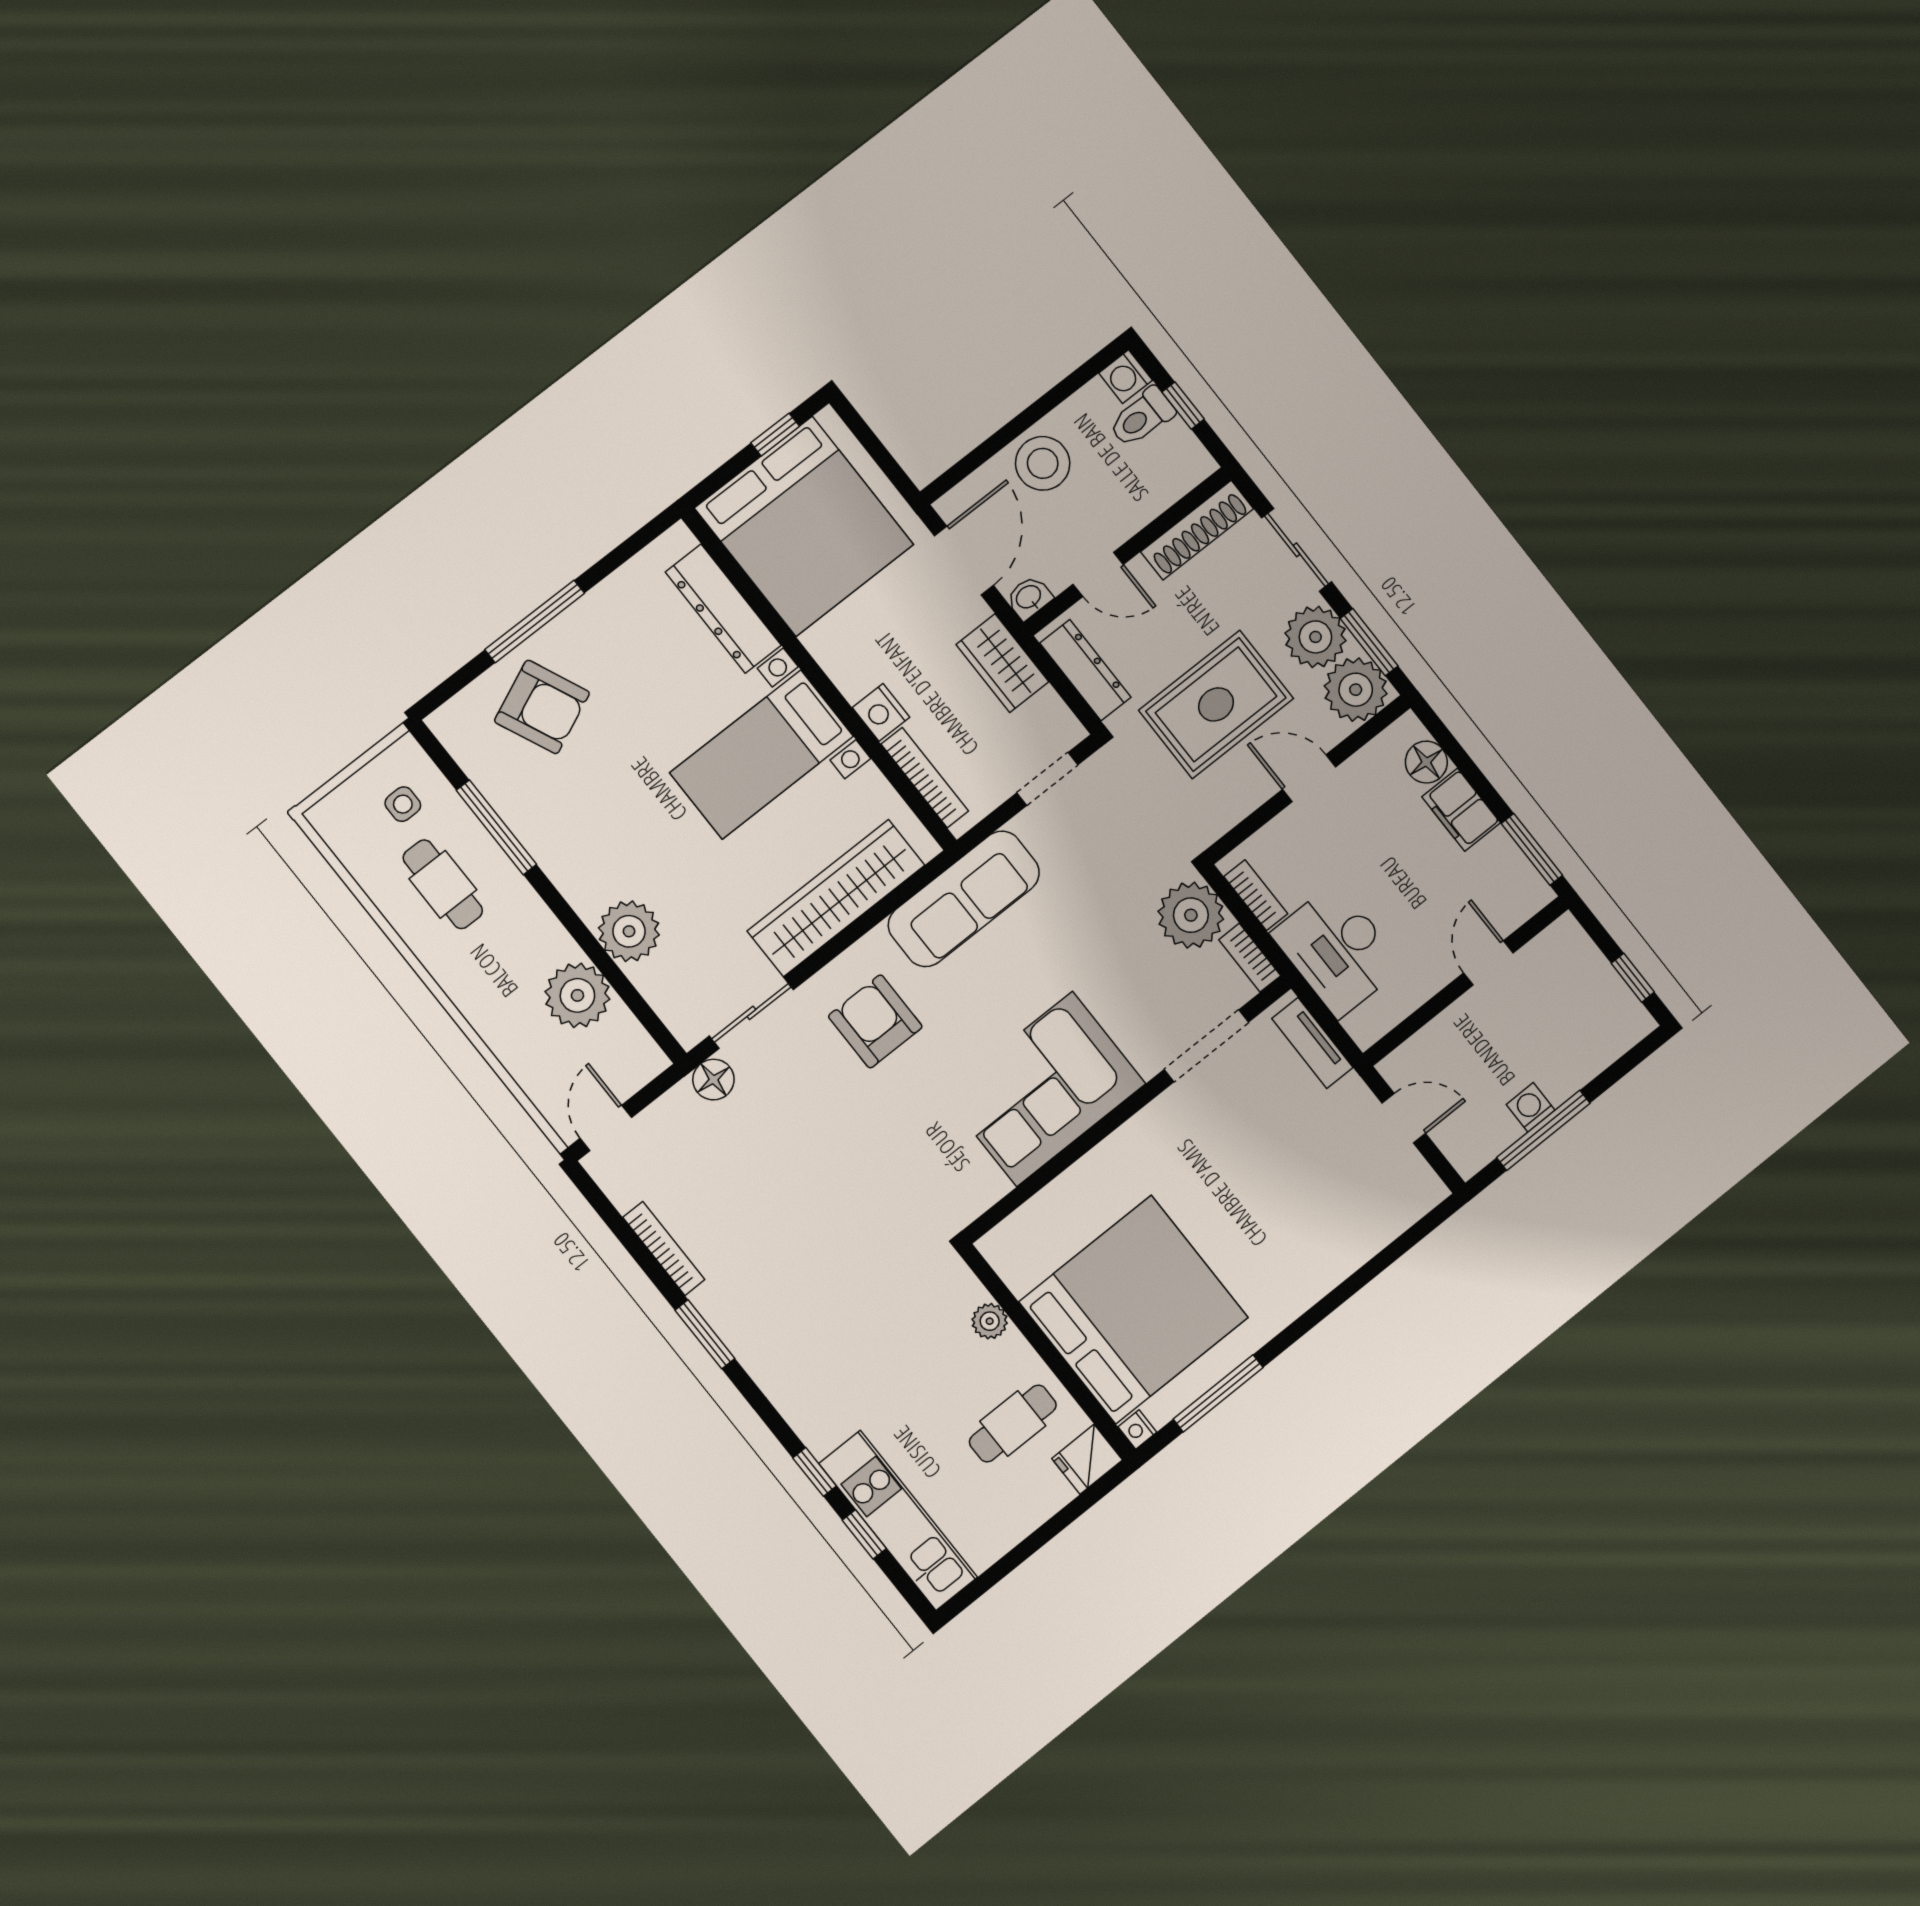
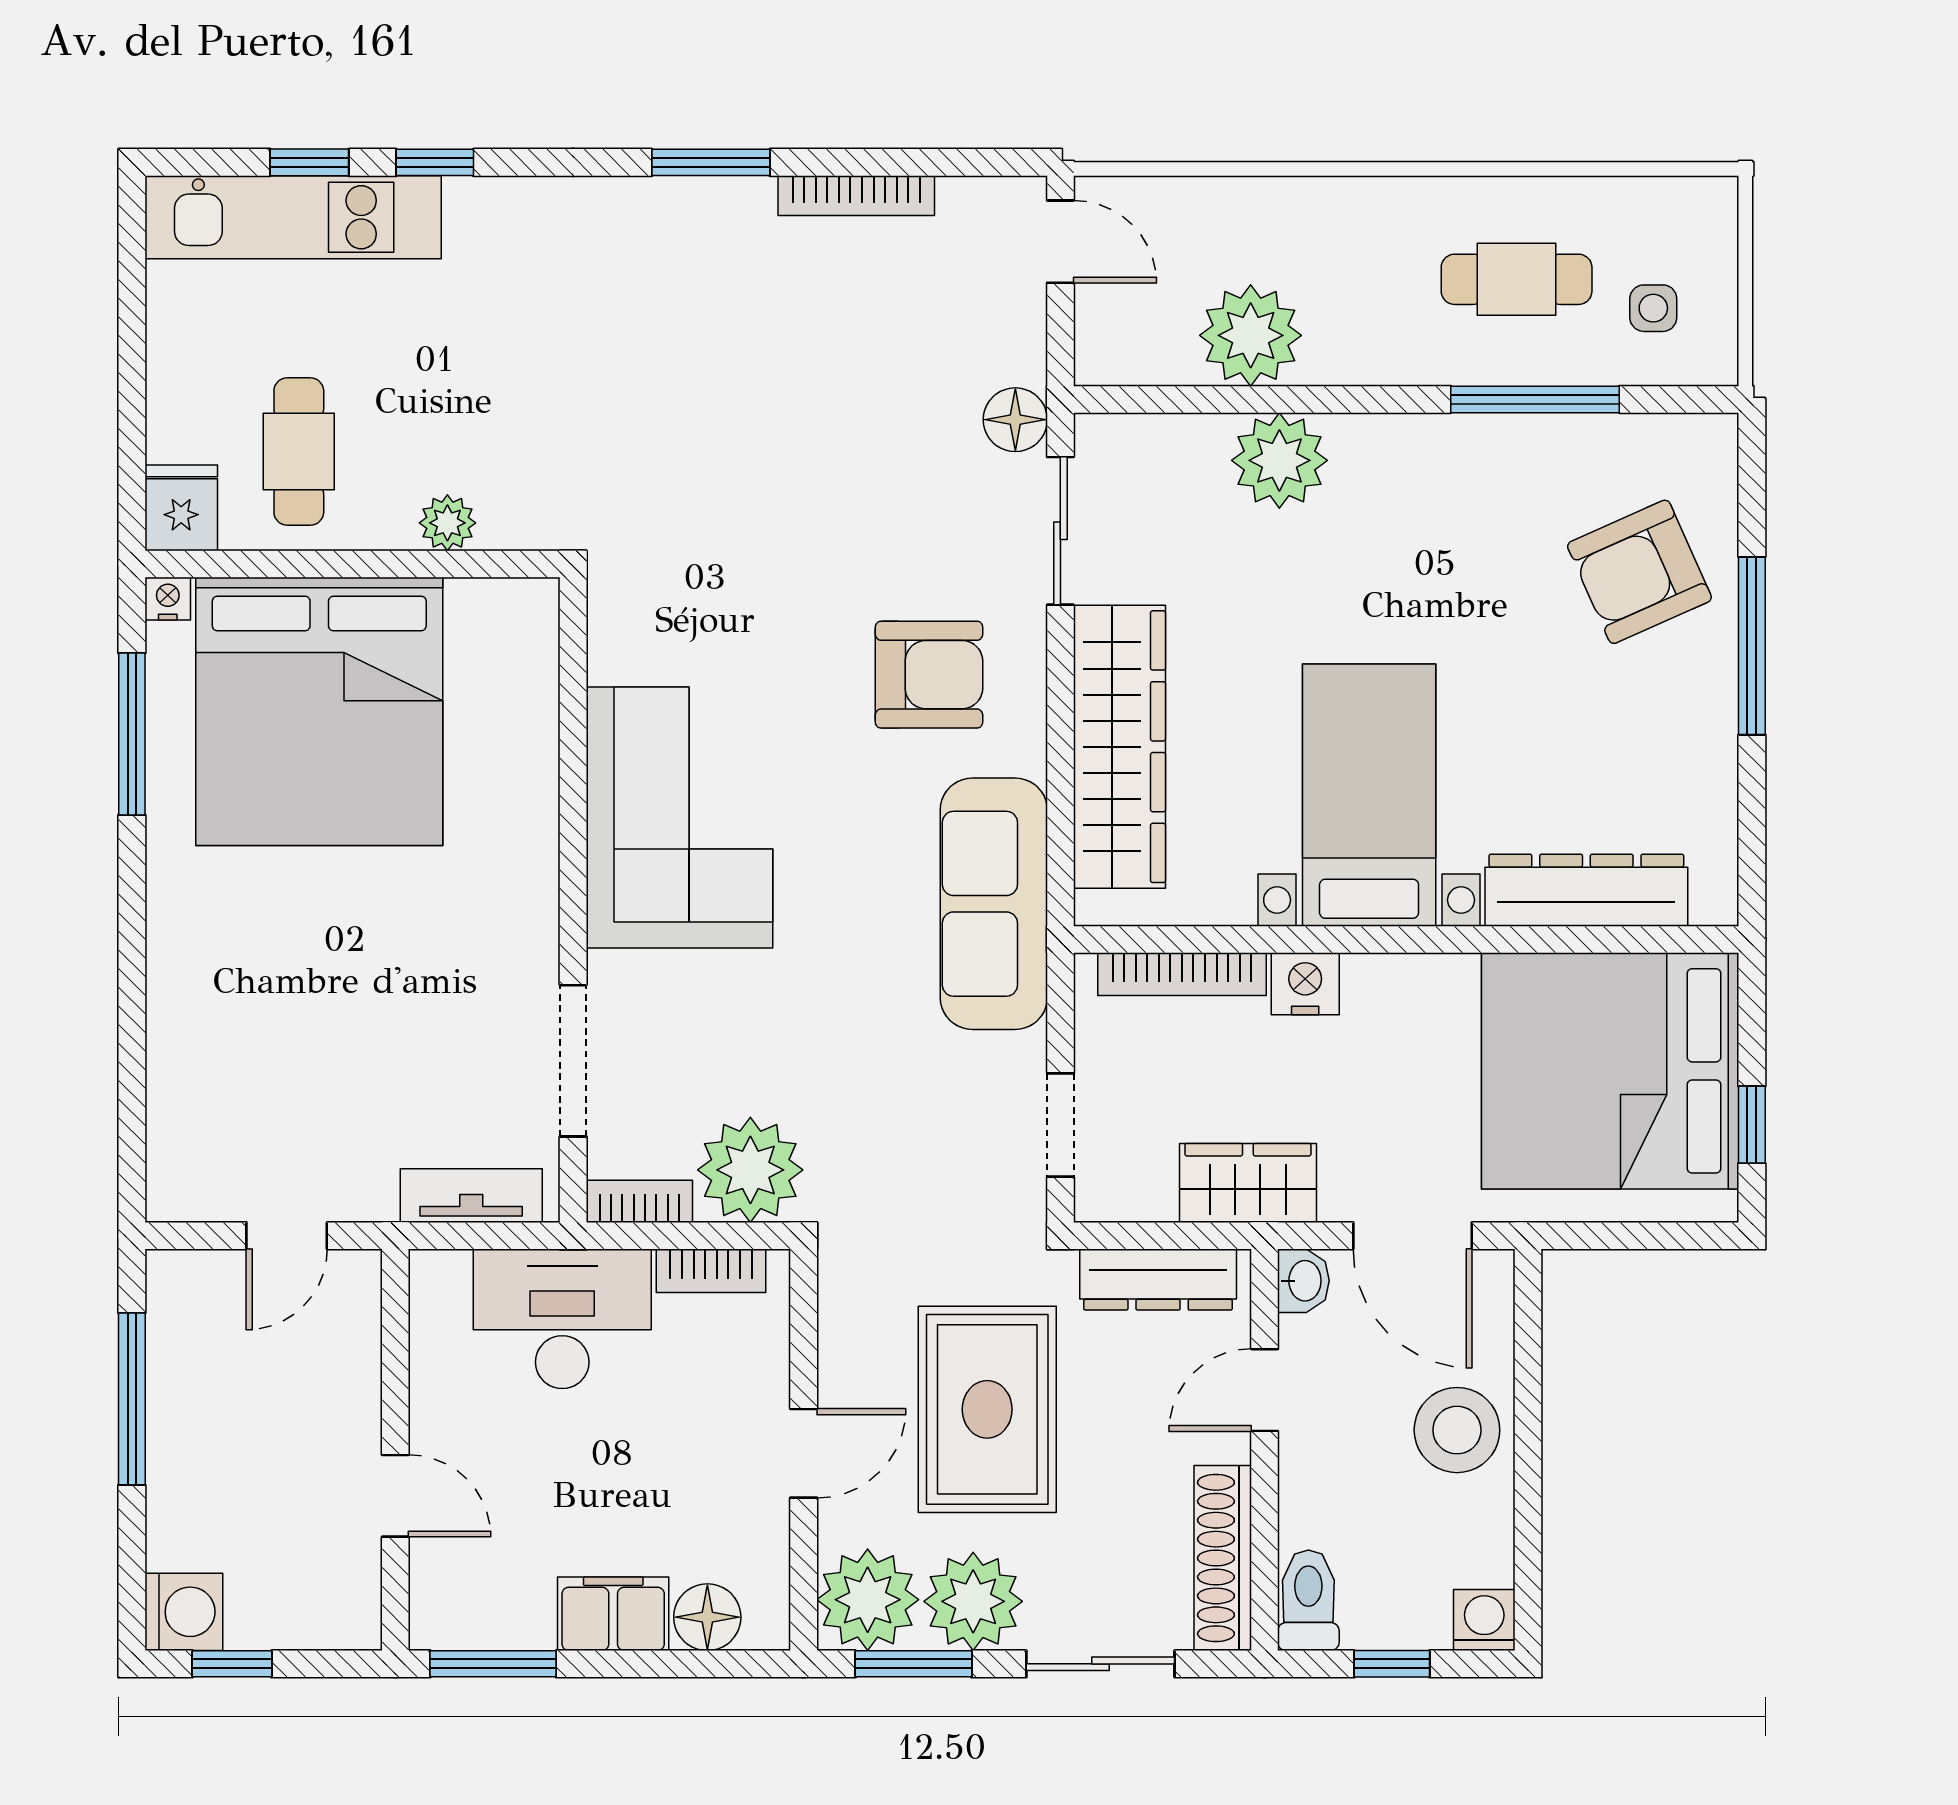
toilet: (1142, 417) -> (1308, 1600), moved
washing machine: (1531, 1107) -> (184, 1612), moved, width x1.38, depth x1.38

